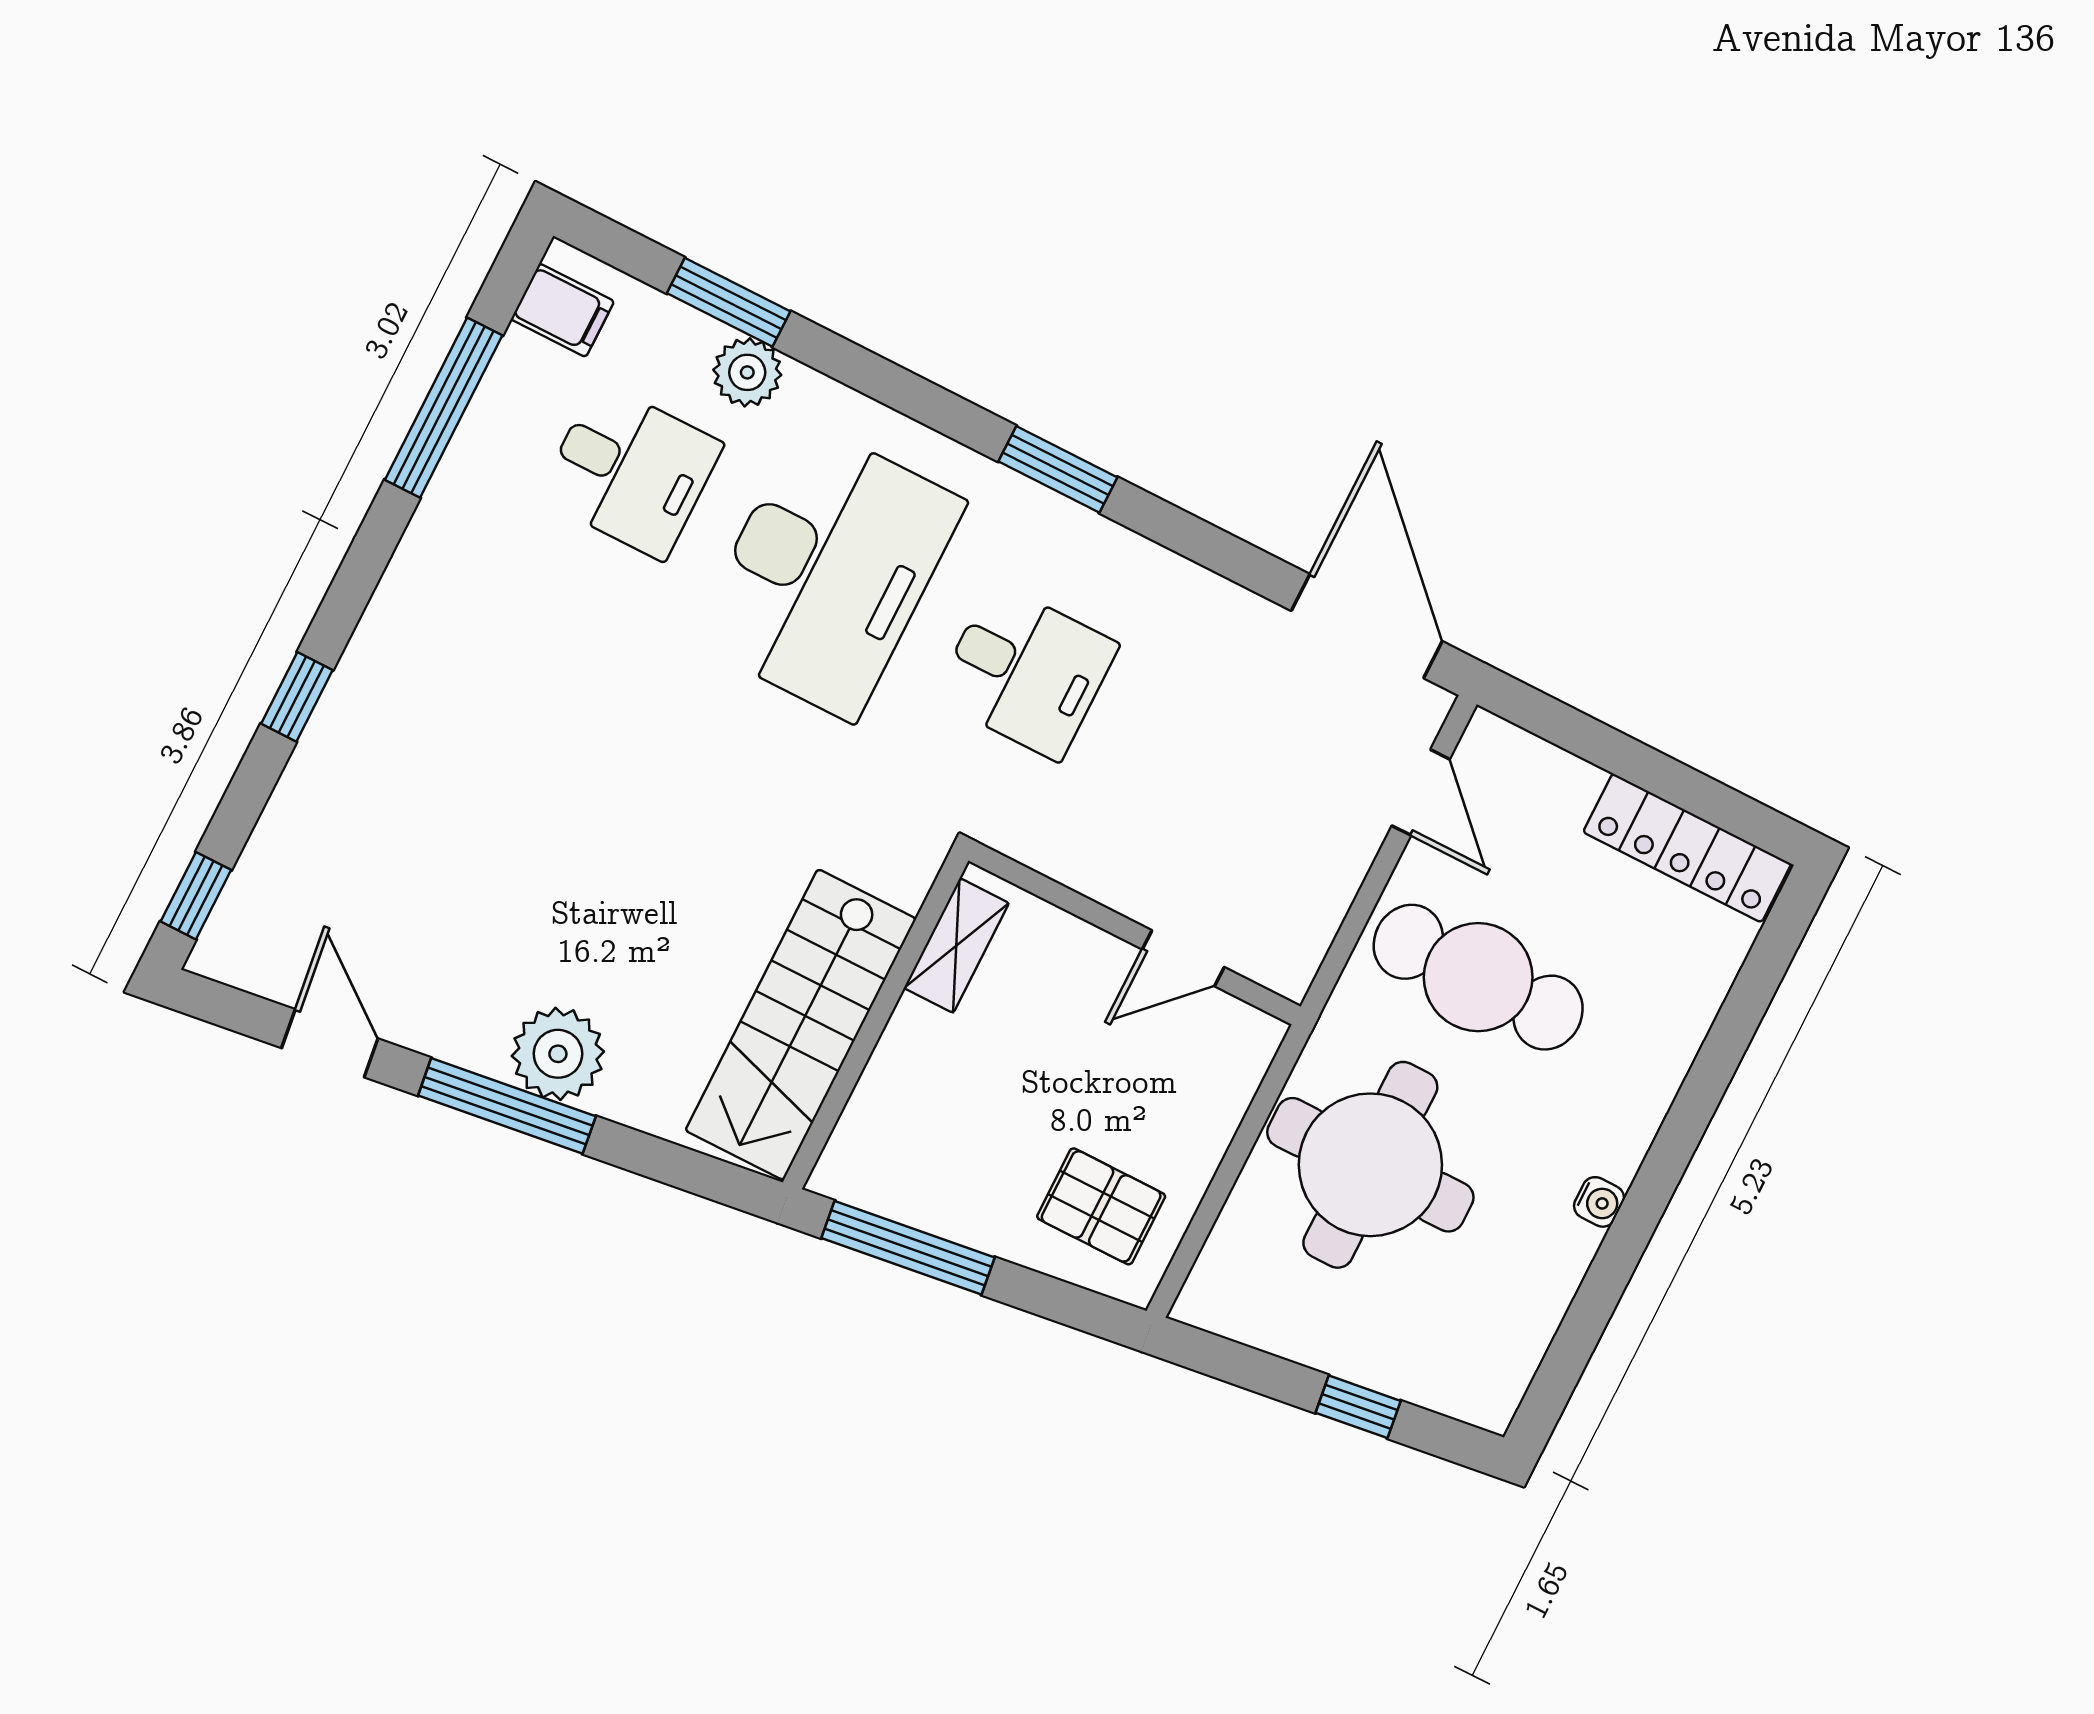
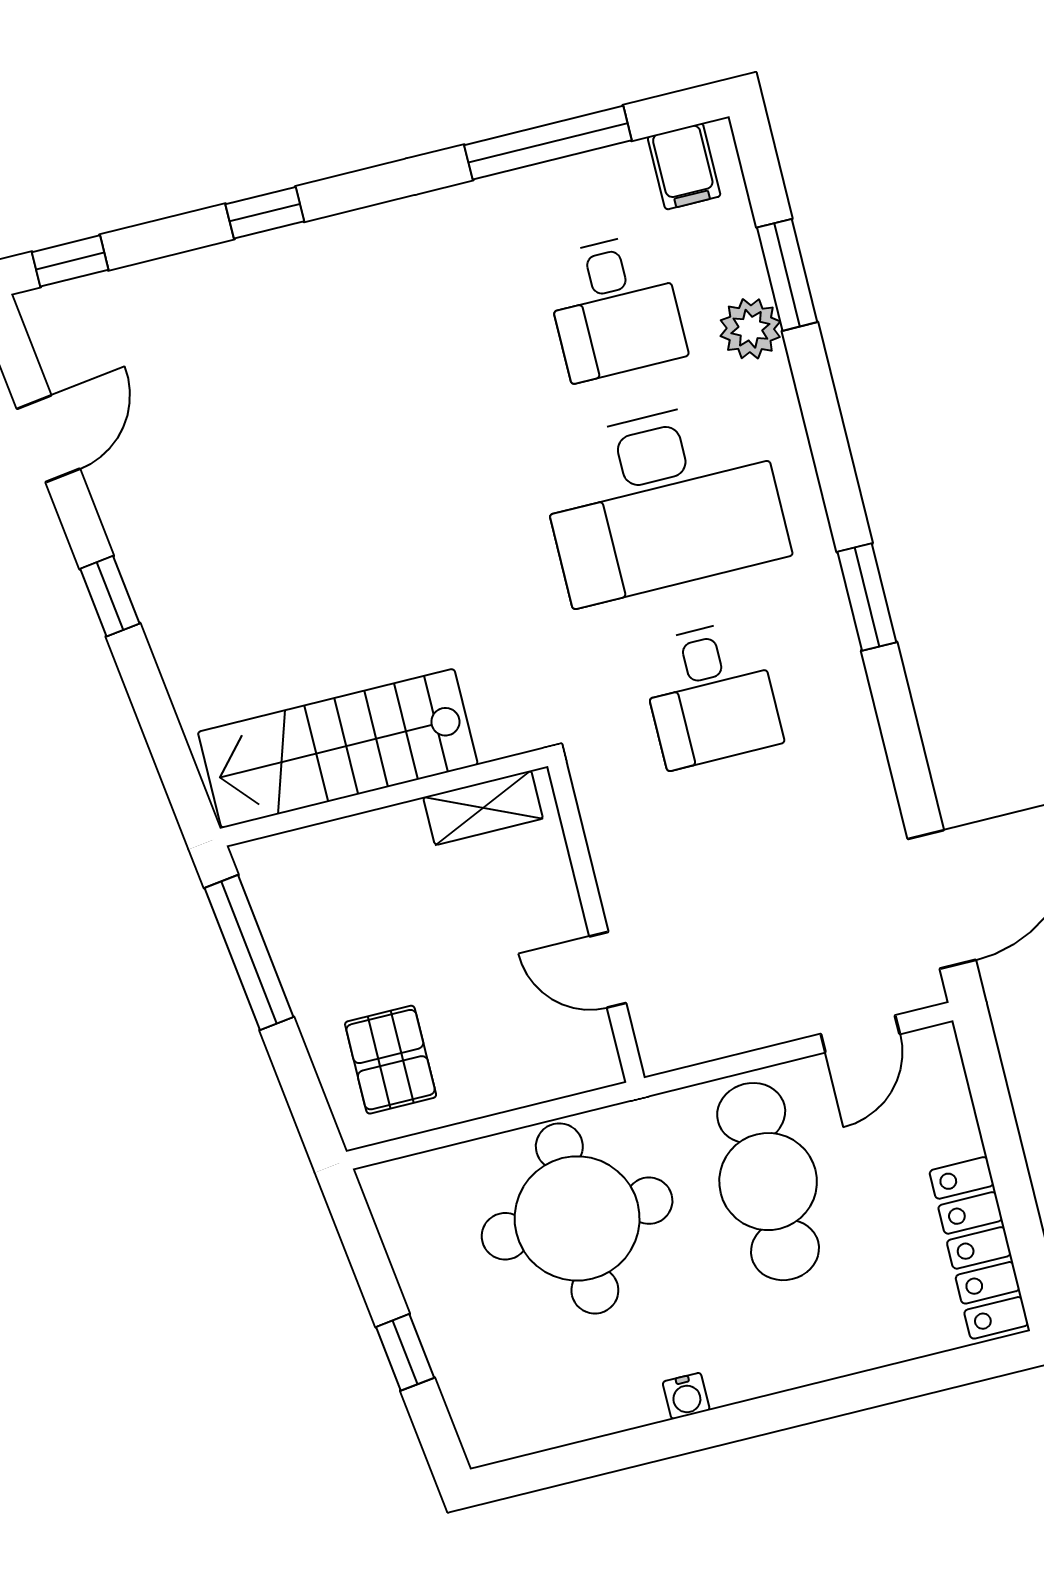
plant: (558, 1054) -> (175, 600), removed
window: (507, 1106) -> (110, 596), width x0.46

